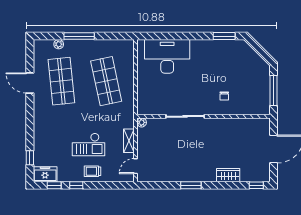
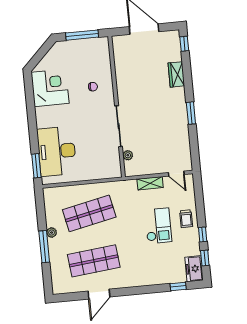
window: (224, 36) -> (36, 166), moved
plant: (59, 44) -> (52, 233), moved
corner desk: (227, 56) -> (50, 88), added
plant: (142, 122) -> (128, 155), moved

